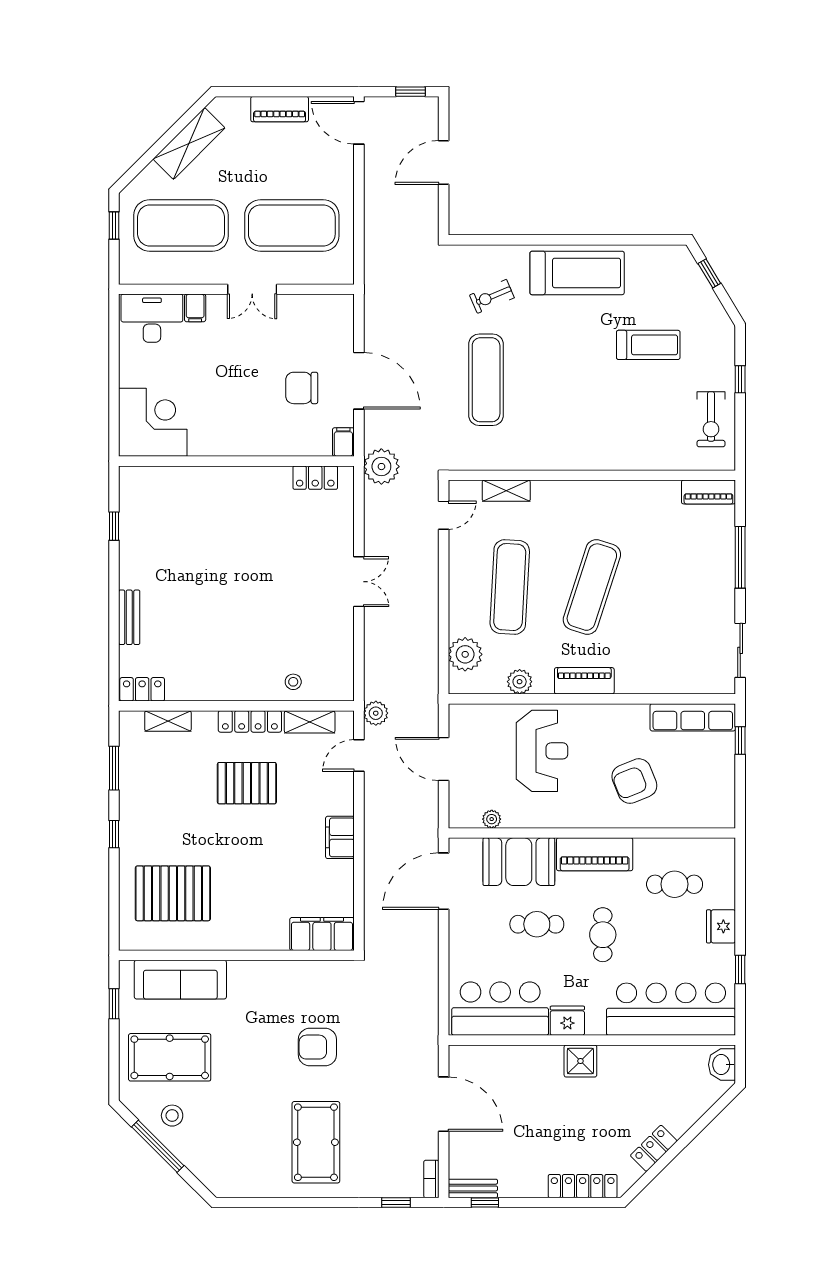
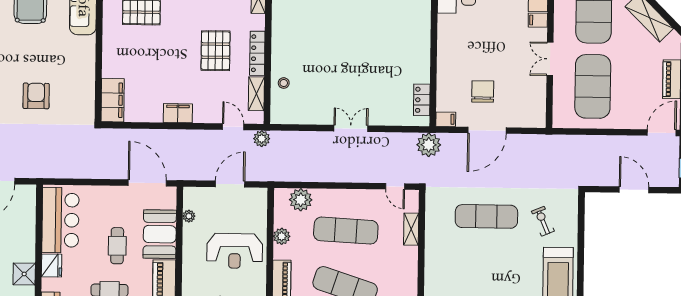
double door: (359, 582) -> (351, 128), swing flipped

